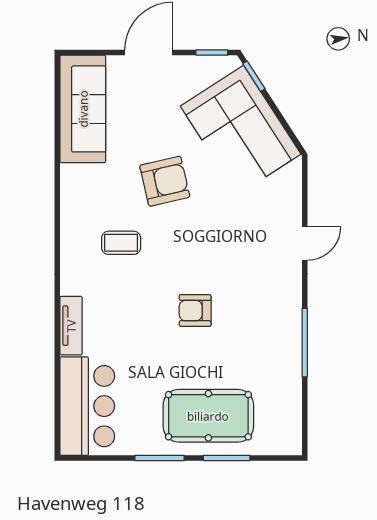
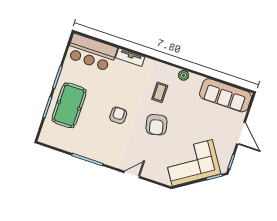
armchair: (165, 181) -> (157, 125), moved
plant: (71, 207) -> (184, 75), added
door: (305, 244) -> (132, 174), swing flipped

